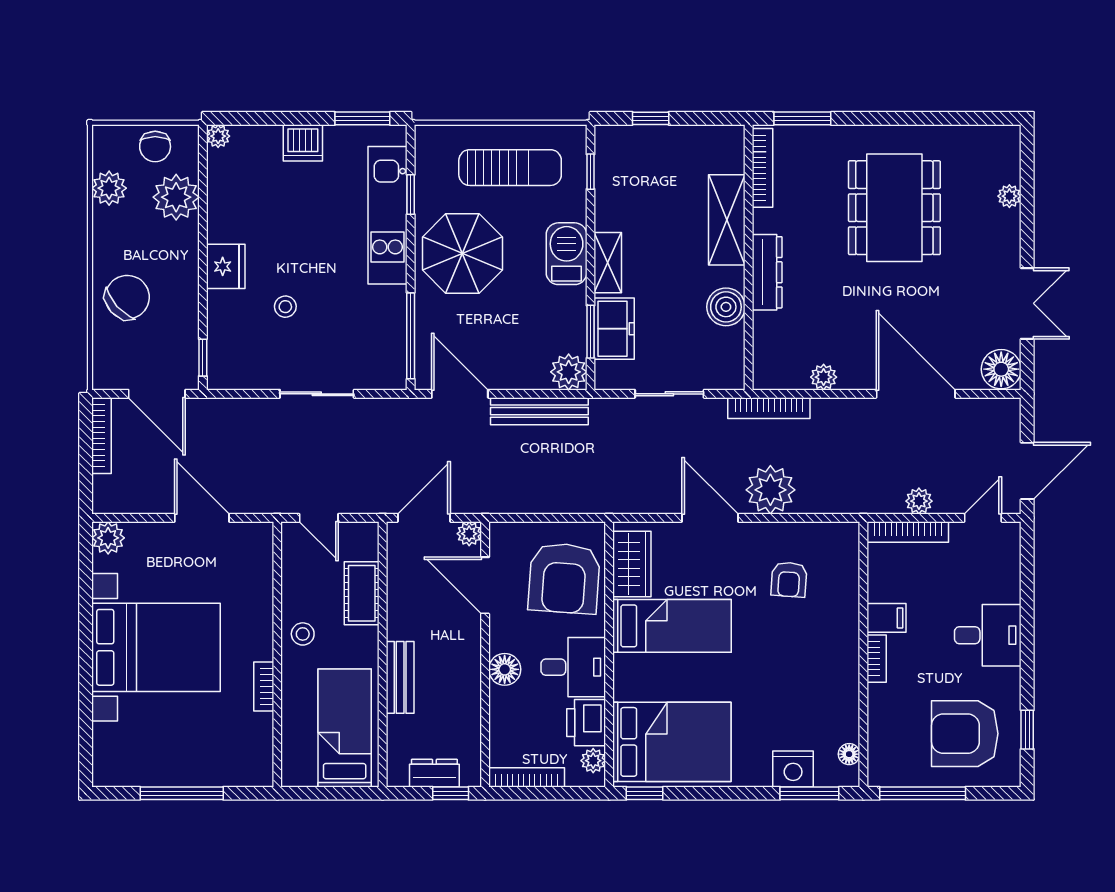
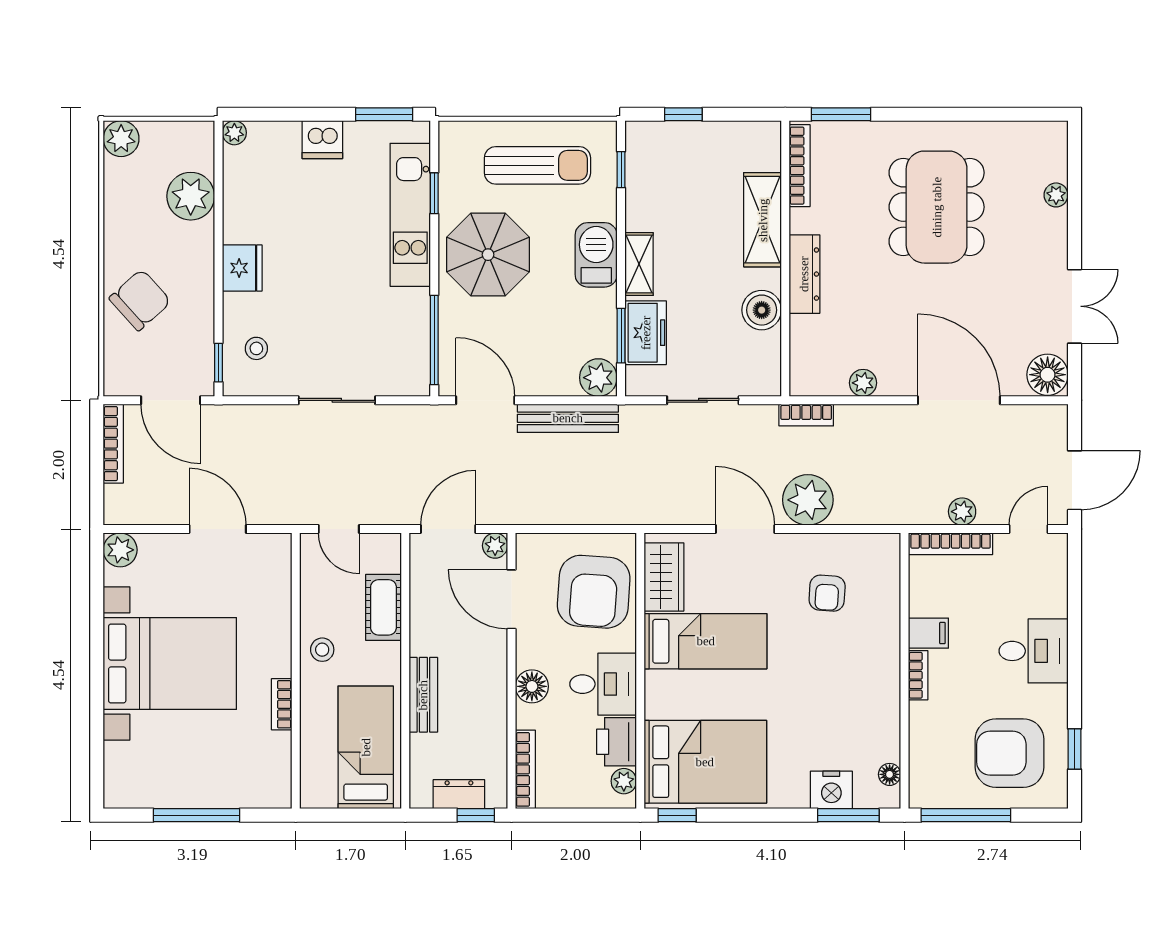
chair: (155, 147) -> (169, 143), removed
plant: (109, 188) -> (121, 139), moved
stool: (285, 307) -> (256, 348), moved
bookcase: (769, 408) -> (806, 415), width x0.64
bookcase: (527, 777) -> (525, 769), moved, turned 90

